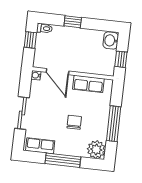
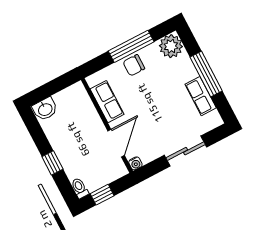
window: (121, 59) -> (58, 85), removed
chair: (74, 122) -> (134, 65), moved
row of seats: (40, 146) -> (201, 96), moved

